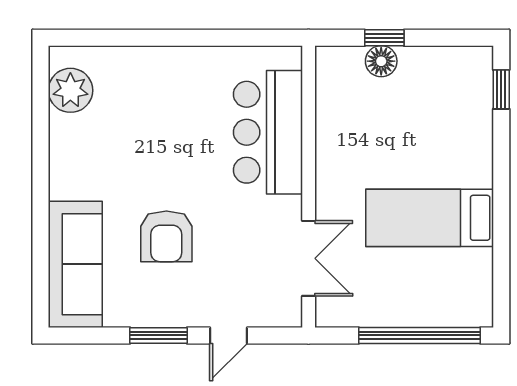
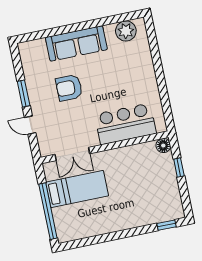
floor lamp: (381, 61) -> (163, 146), moved
bed: (430, 218) -> (77, 189), moved, turned 90
sofa: (75, 264) -> (76, 43), moved

